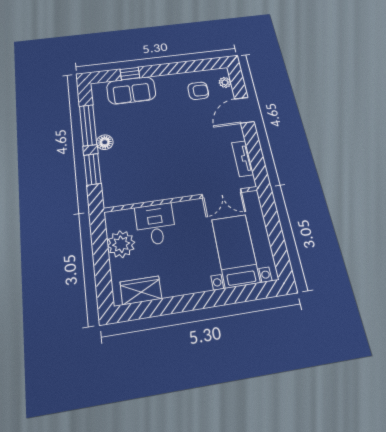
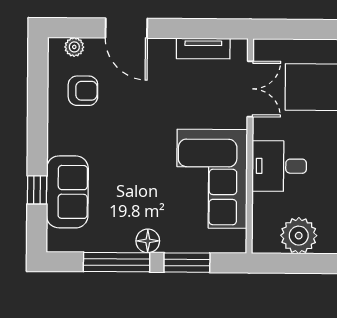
armchair: (198, 91) -> (83, 91), turned 90
corner sofa: (154, 177) -> (212, 179), added
desk: (155, 224) -> (279, 166), moved

